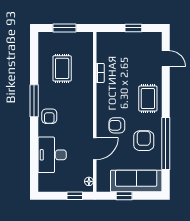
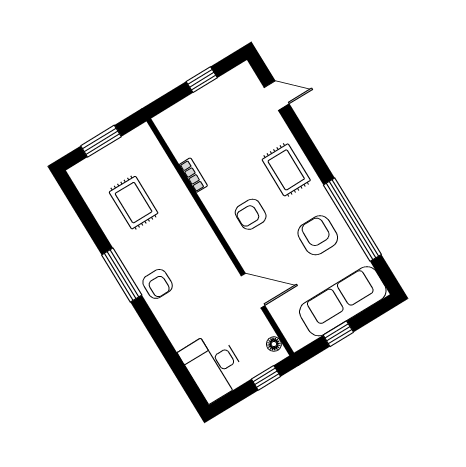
armchair: (117, 125) -> (251, 214), moved
door: (95, 149) -> (253, 291), hinge flipped
desk: (52, 155) -> (213, 366), moved

